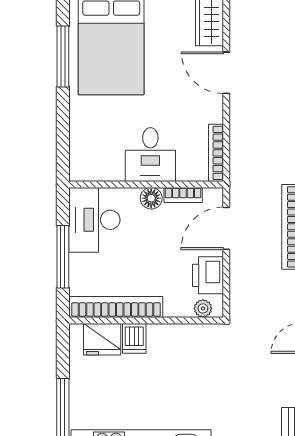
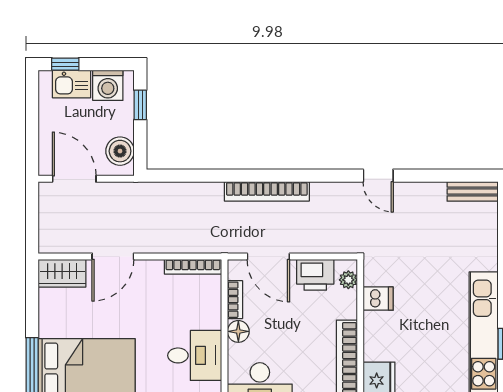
desk: (150, 155) -> (195, 355), moved
dishwasher: (134, 338) -> (378, 299), moved

